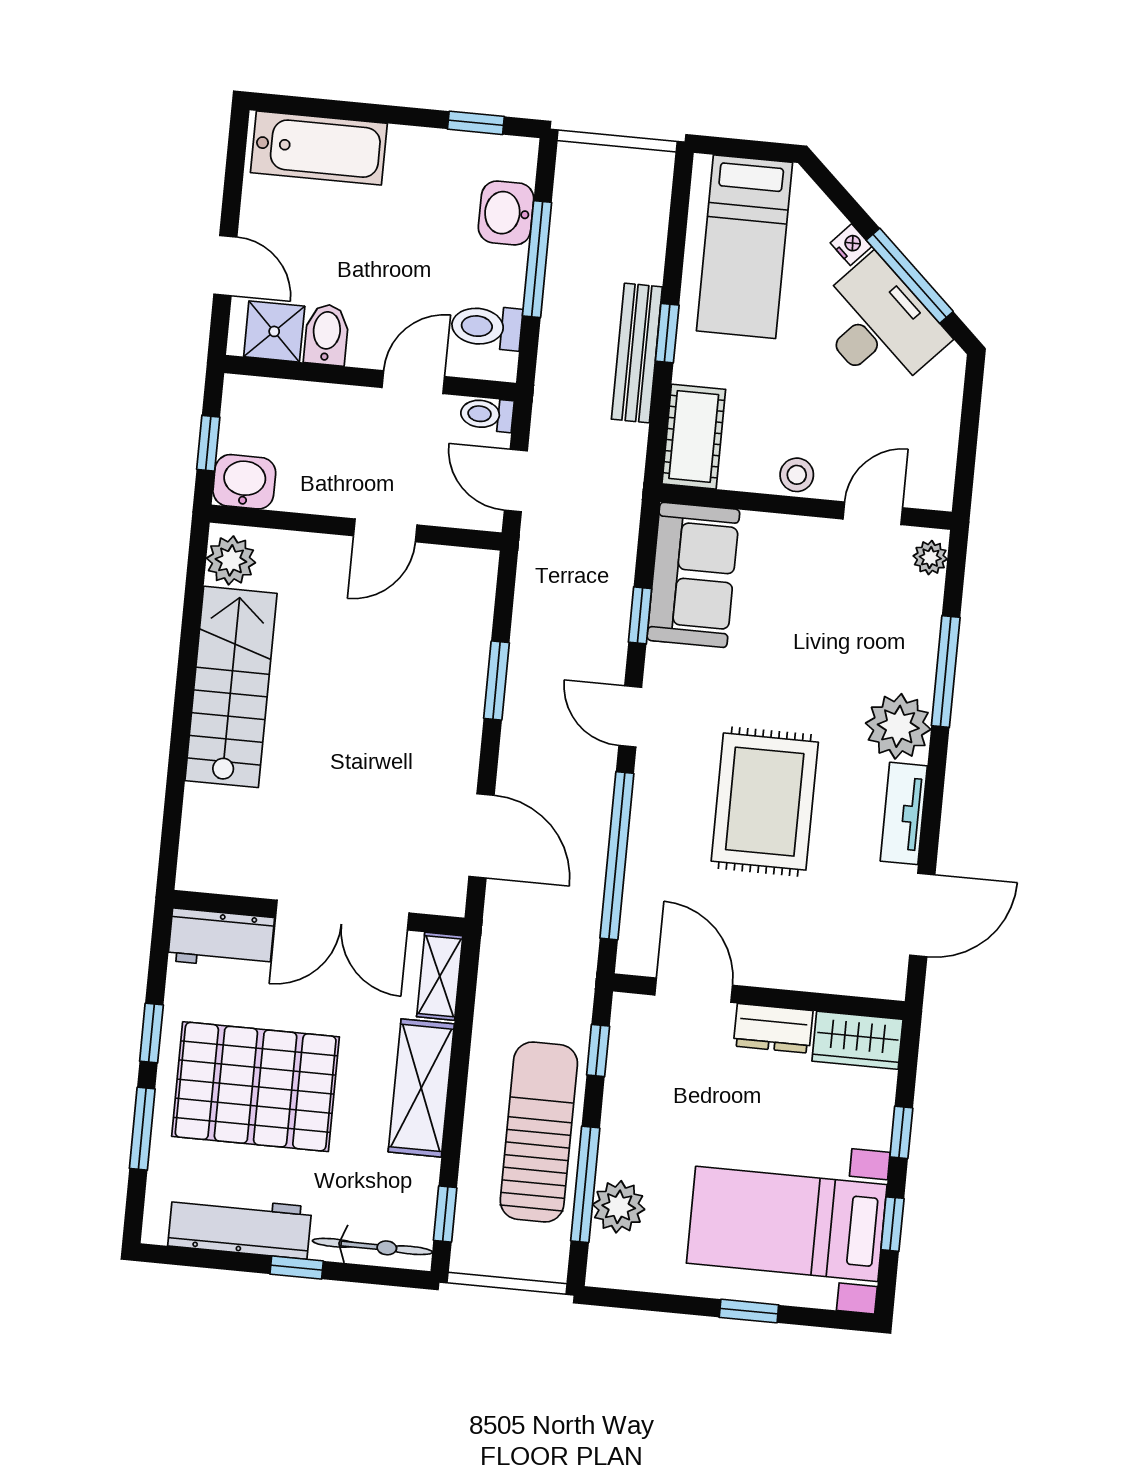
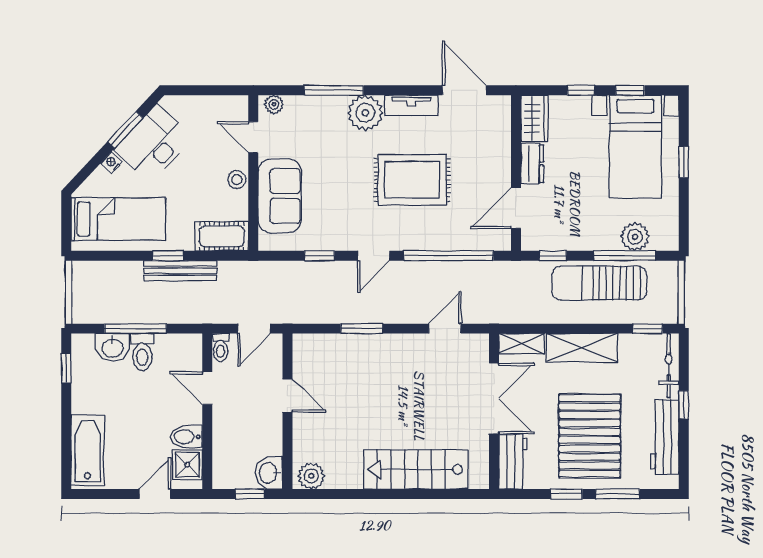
window: (910, 276) -> (125, 130), width x0.69
toilet: (487, 327) -> (142, 352), moved
sofa: (693, 575) -> (280, 196), moved, turned 90
stairs: (231, 687) -> (416, 469), moved
door: (482, 836) -> (445, 329), width x0.73

